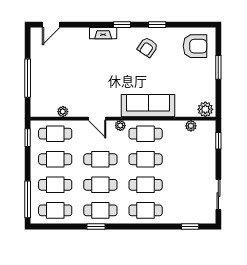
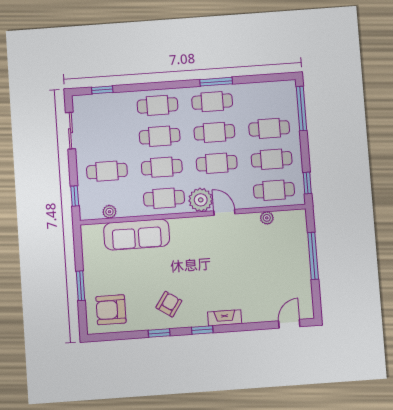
sofa: (148, 106) -> (137, 235), moved
plant: (205, 109) -> (93, 233), removed
plant: (120, 126) -> (201, 200), width x1.87, depth x1.87
cafe table: (55, 210) -> (107, 171), moved
window: (96, 227) -> (216, 82), width x1.50

